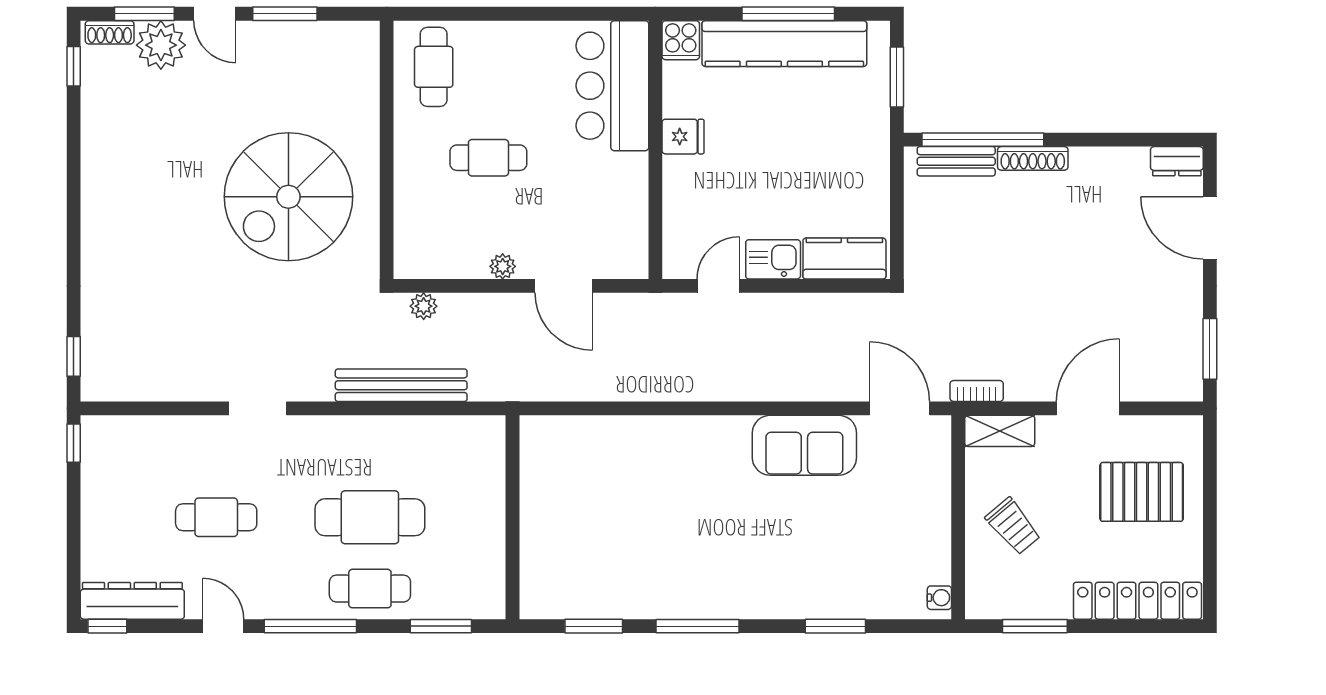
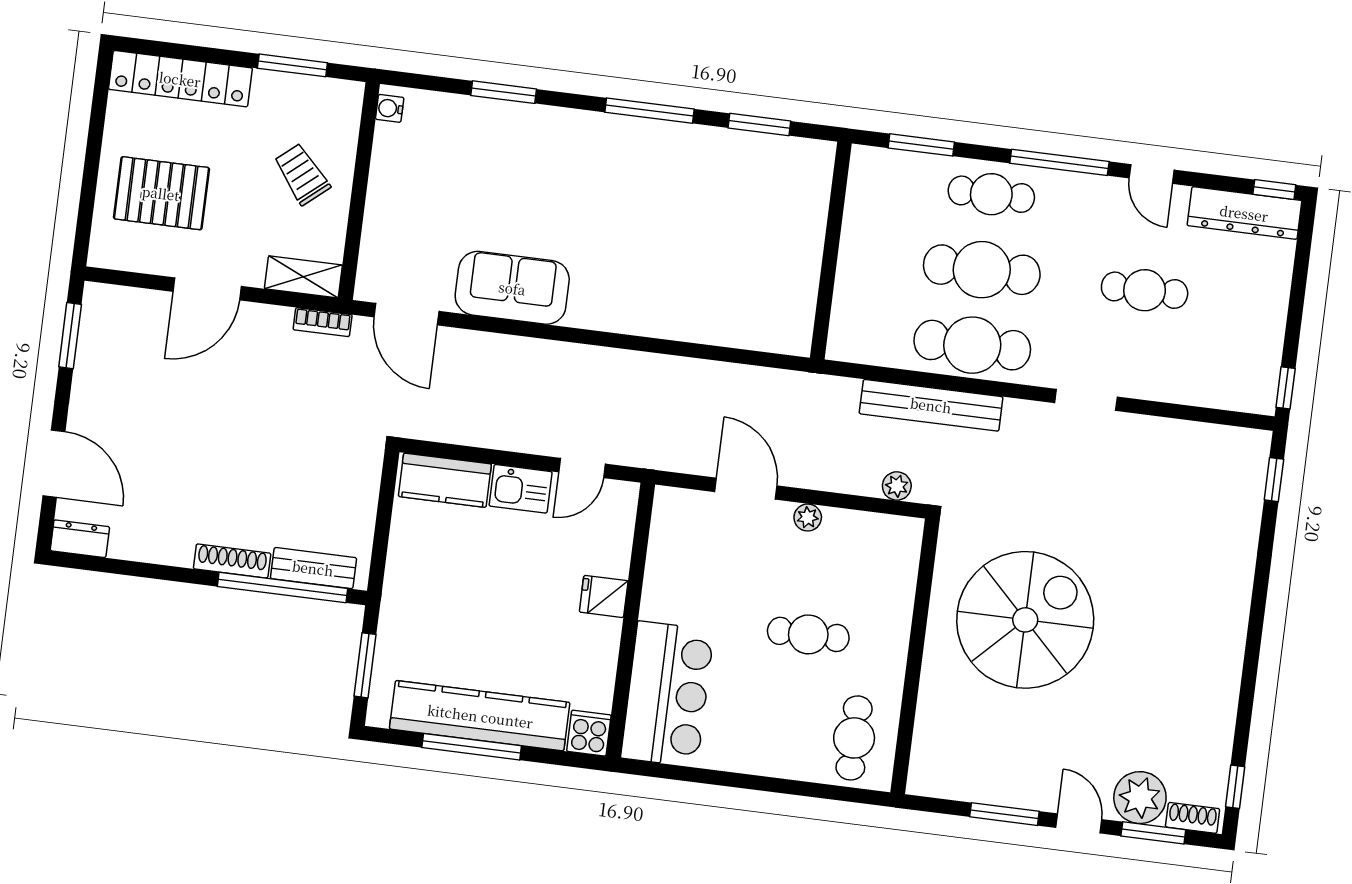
fridge: (683, 137) -> (604, 596), moved
cafe table: (370, 446) -> (972, 345), added

